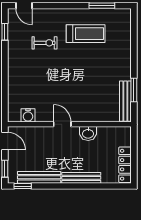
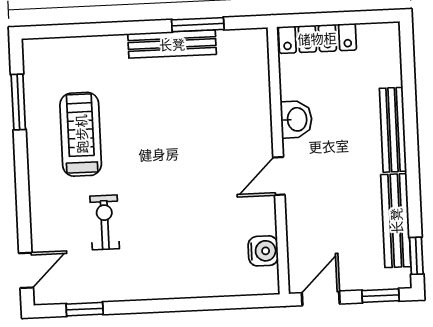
bench: (125, 101) -> (172, 44), moved
locker: (125, 165) -> (317, 38), moved

